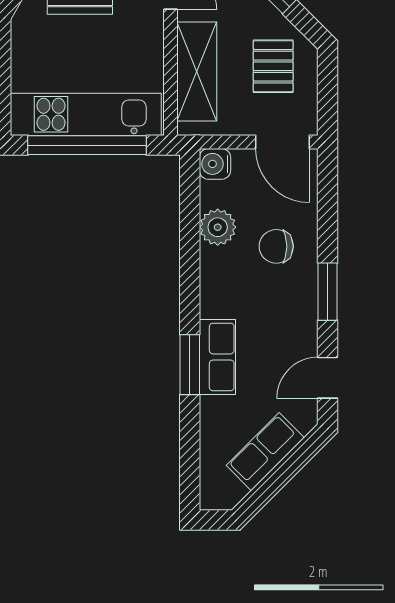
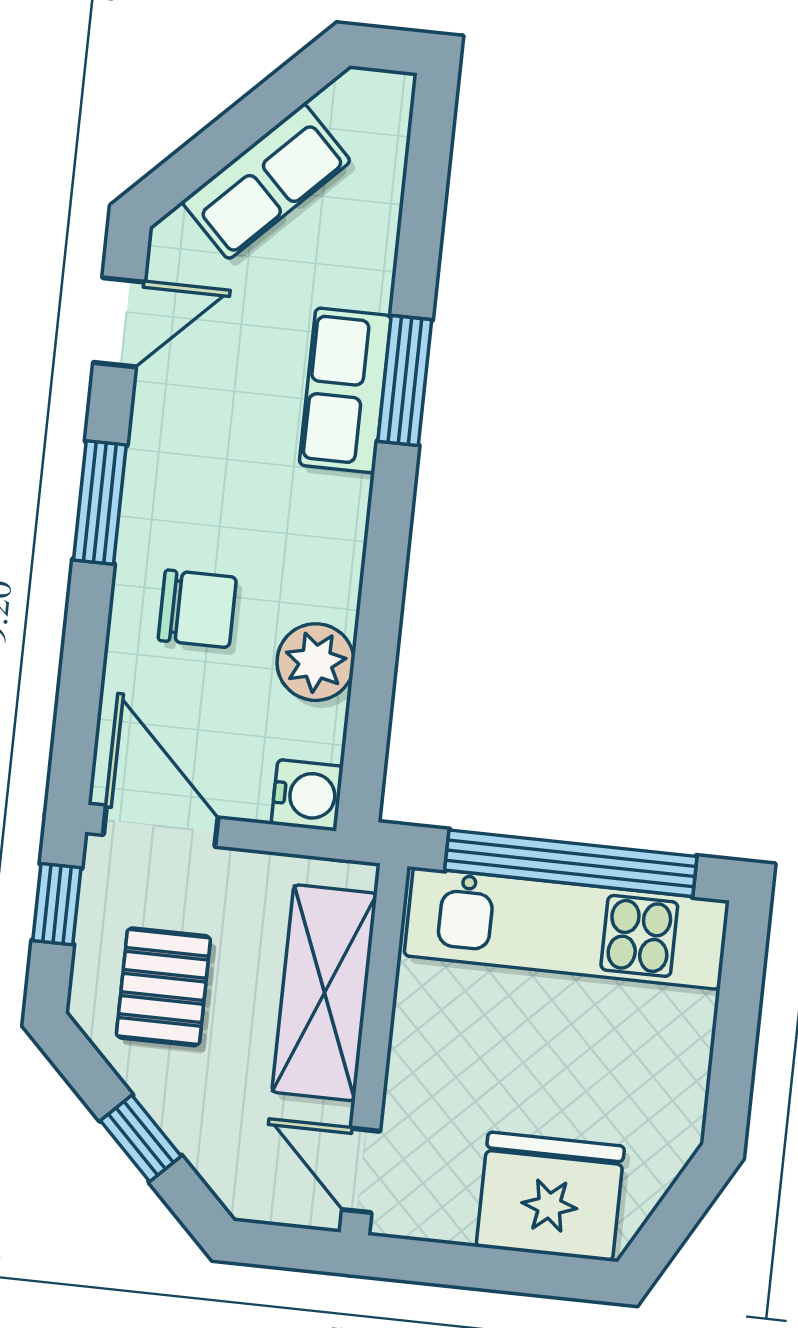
window: (328, 100) -> (57, 904), added

